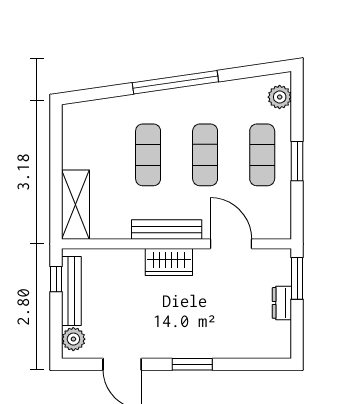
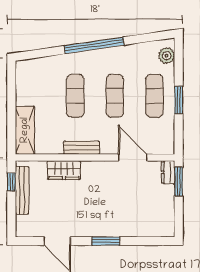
bench: (167, 230) -> (82, 148), width x0.73
wardrobe: (169, 262) -> (64, 170), moved
dresser: (282, 303) -> (168, 172), moved
plant: (73, 339) -> (23, 224), removed

